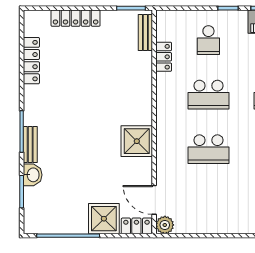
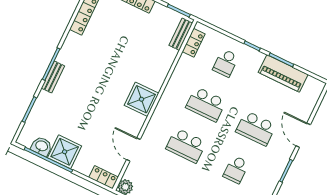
locker: (164, 57) -> (194, 43), moved
shower: (137, 141) -> (141, 99), moved
washbasin: (33, 175) -> (41, 146), moved, turned -90
door: (154, 200) -> (133, 150), moved
shower: (104, 219) -> (65, 152), moved

